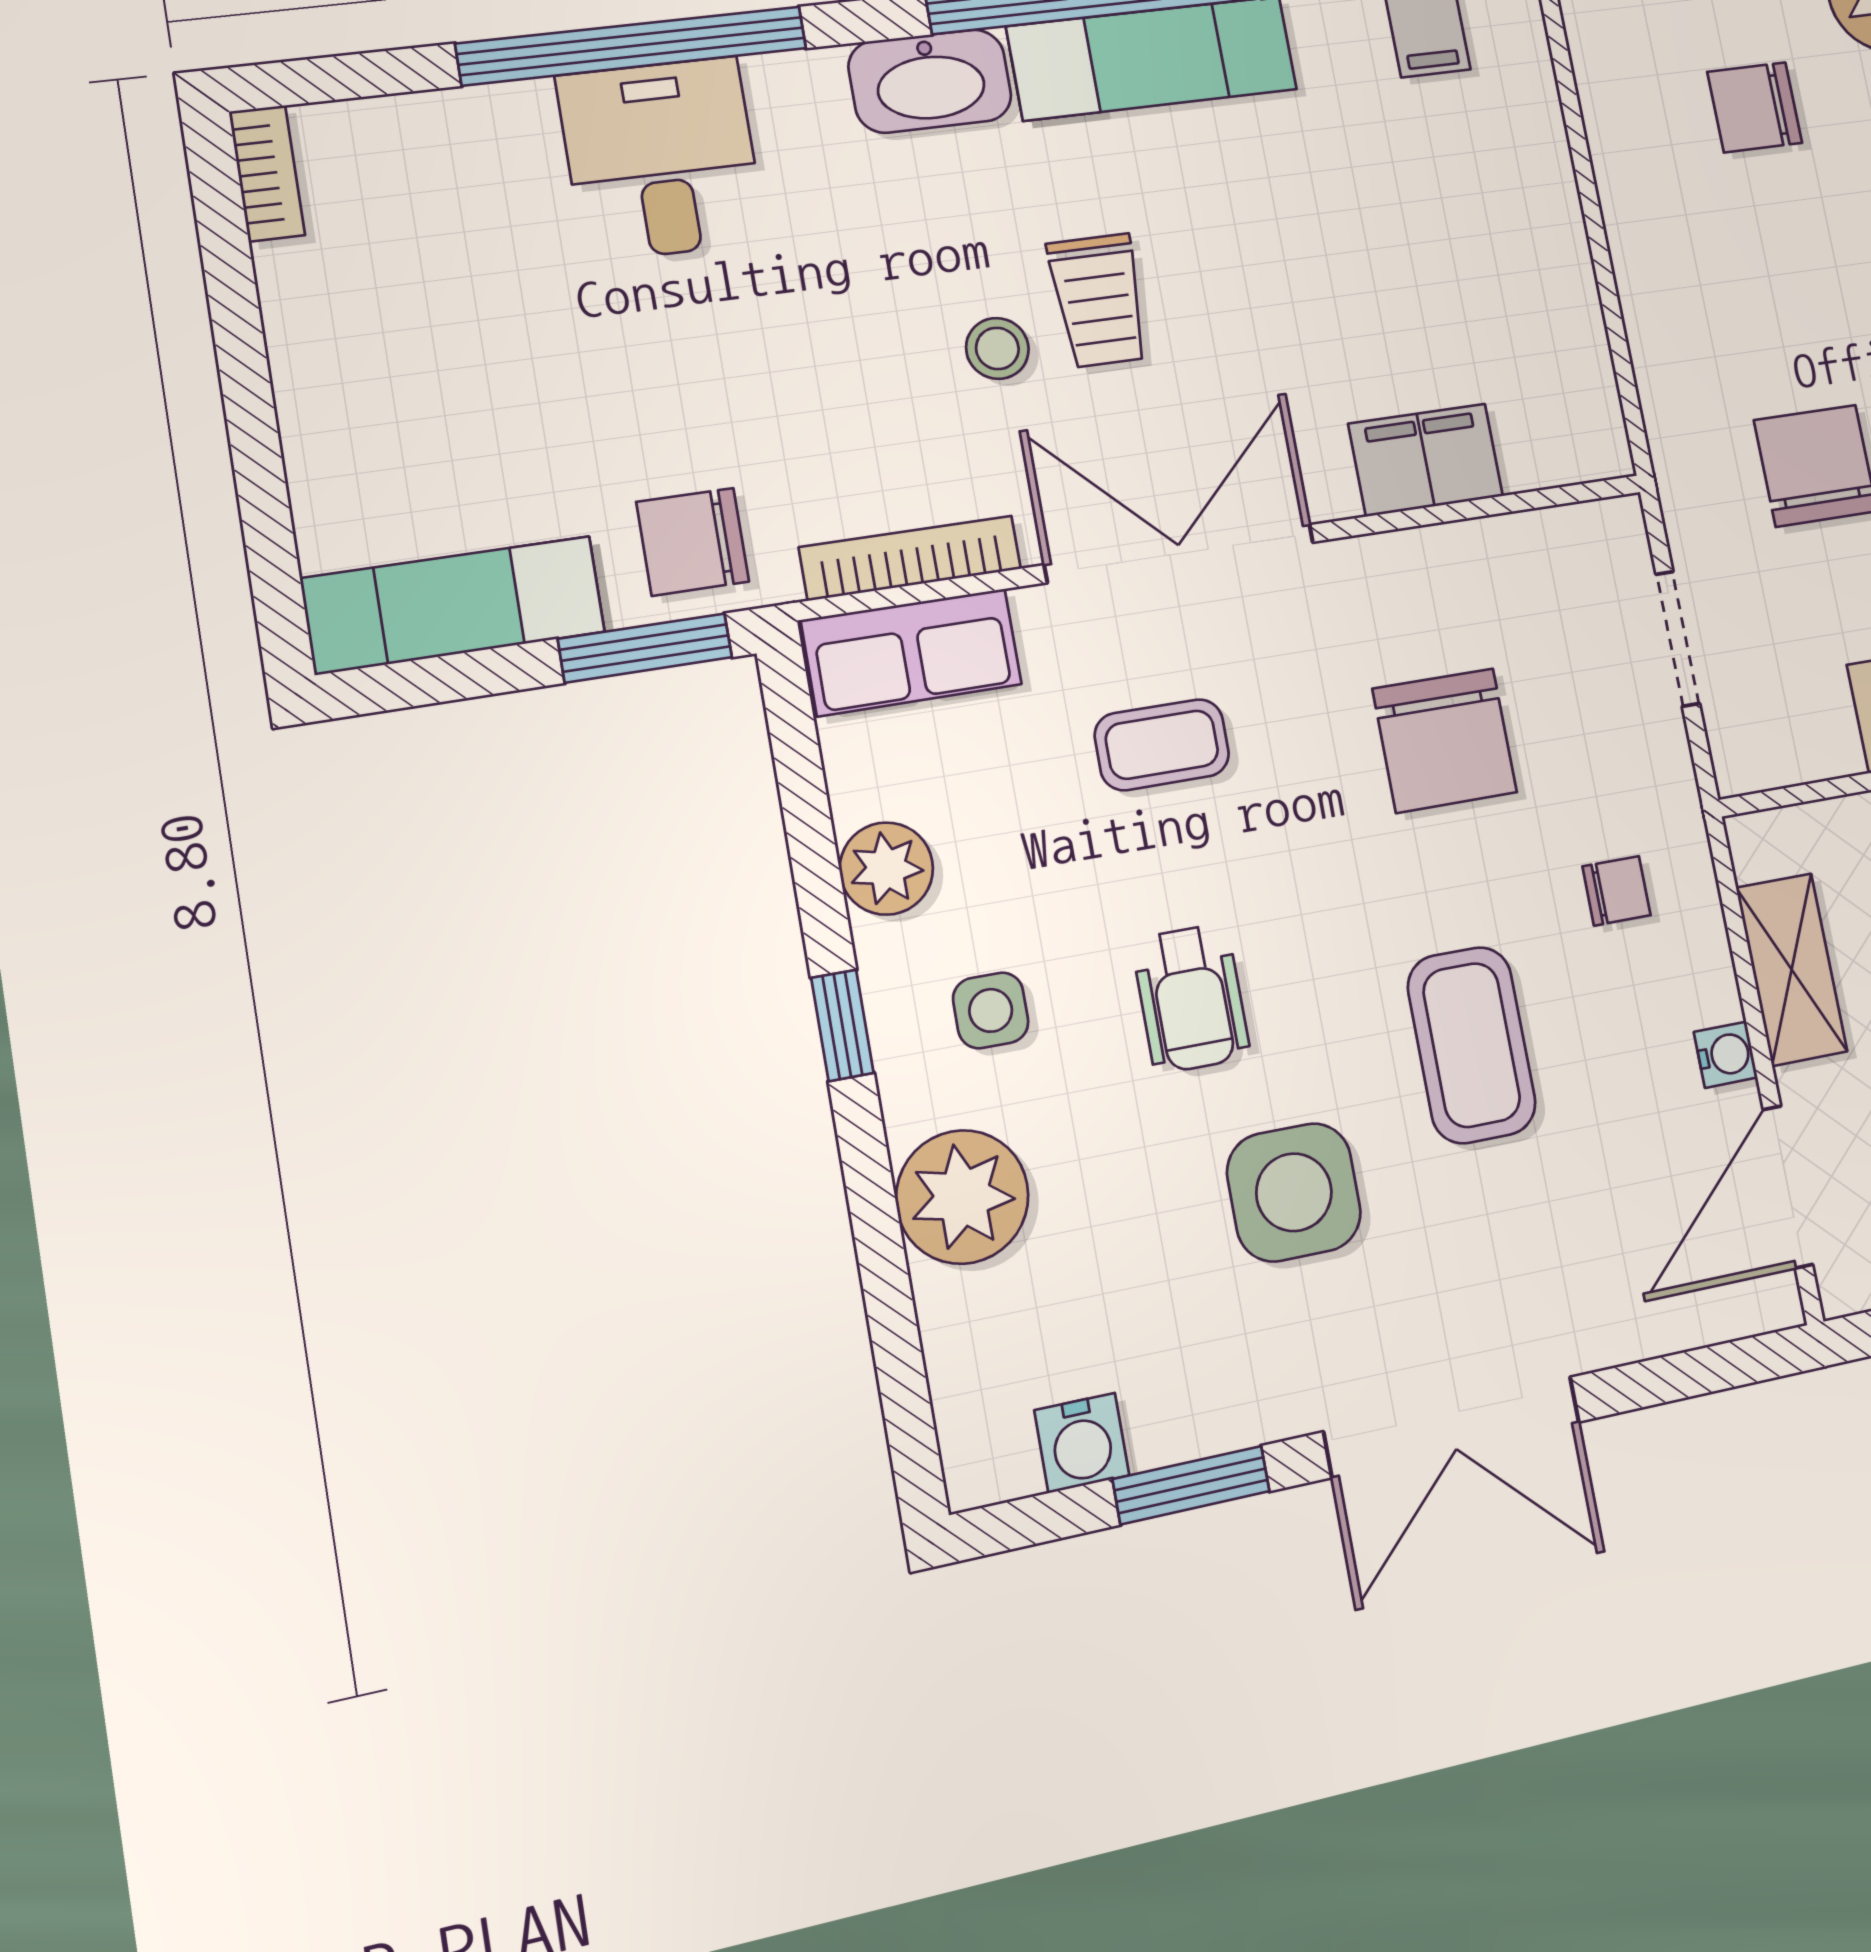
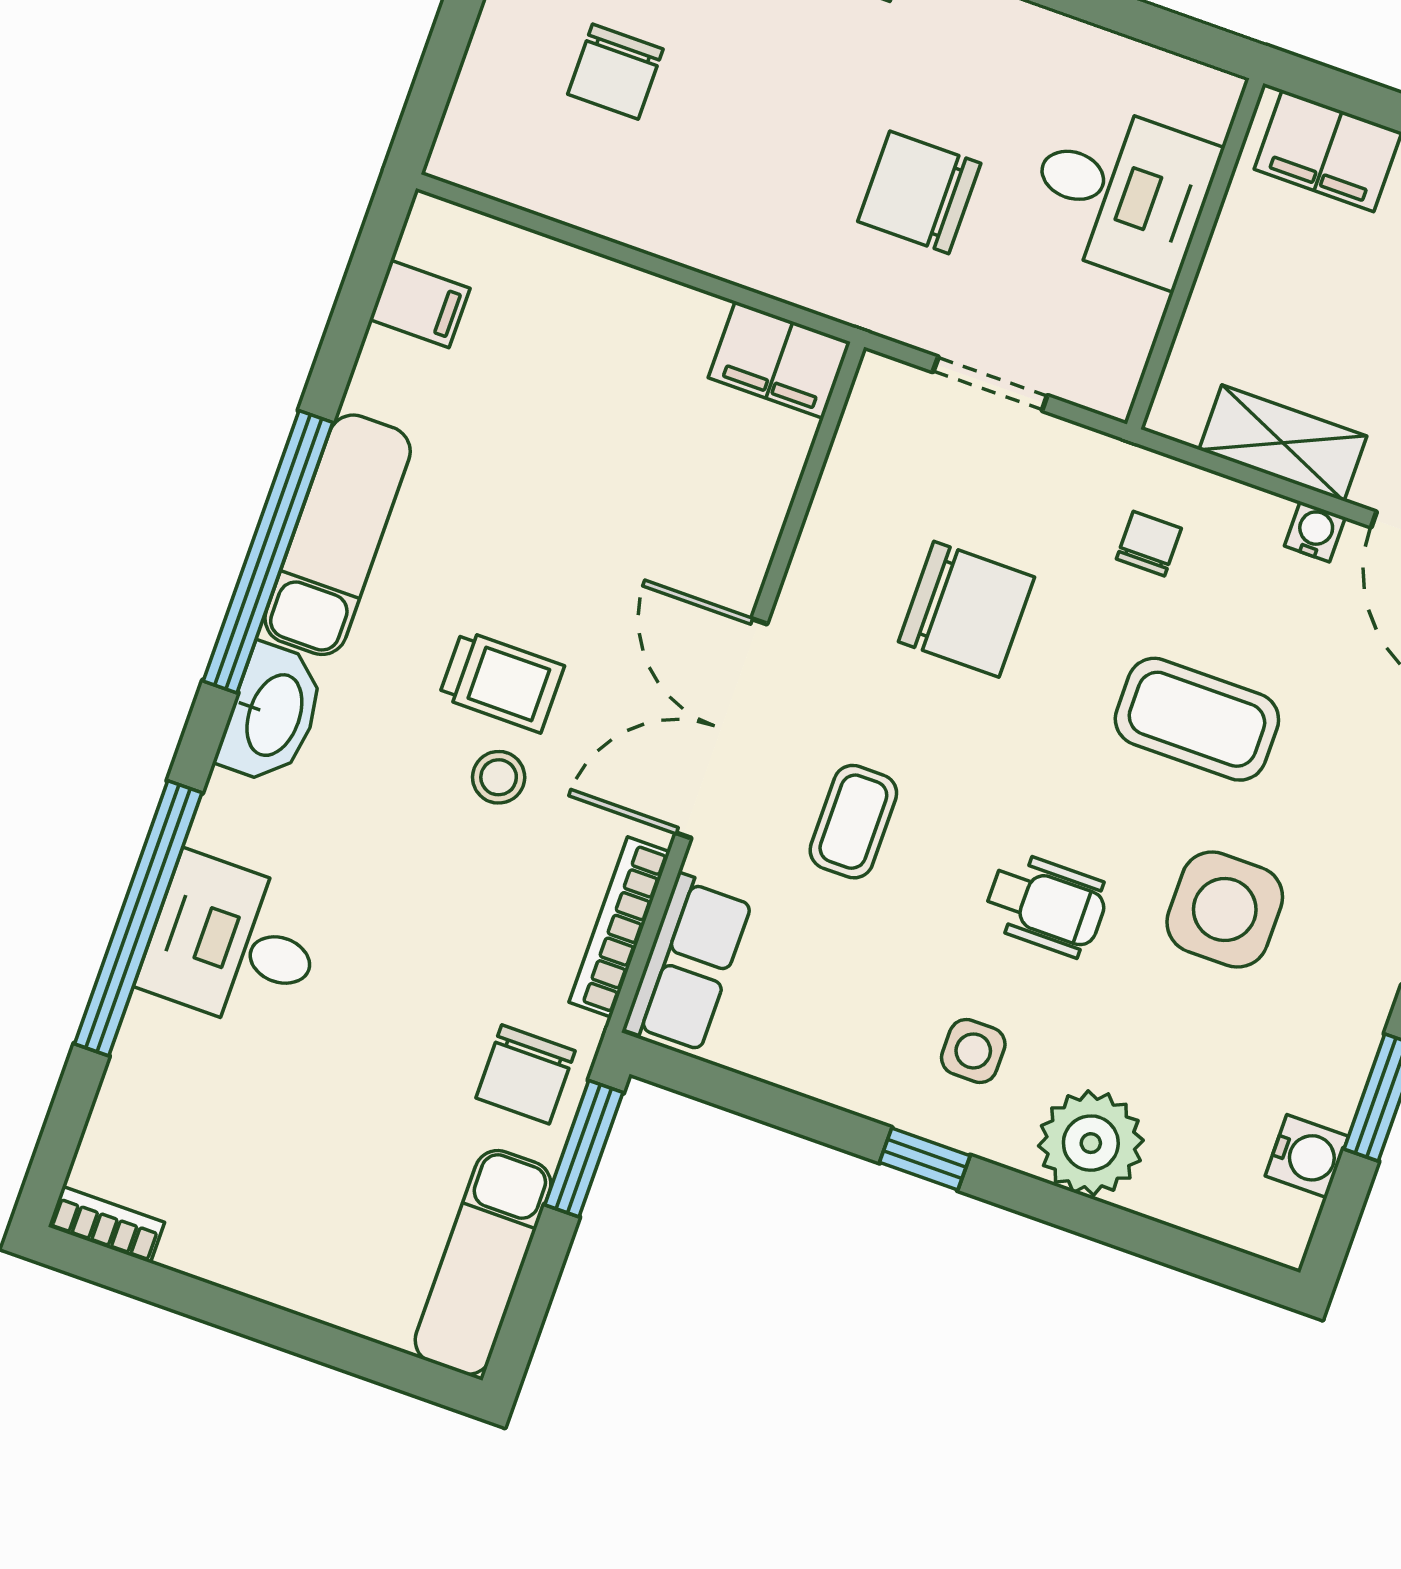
filing cabinet: (1426, 460) -> (779, 360), moved, turned -90
plant: (886, 869) -> (832, 1068), removed

